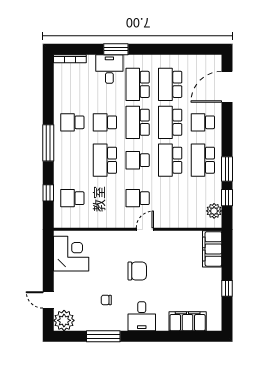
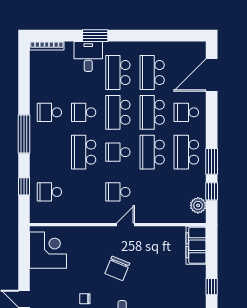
chair: (137, 271) -> (117, 268), turned 112

